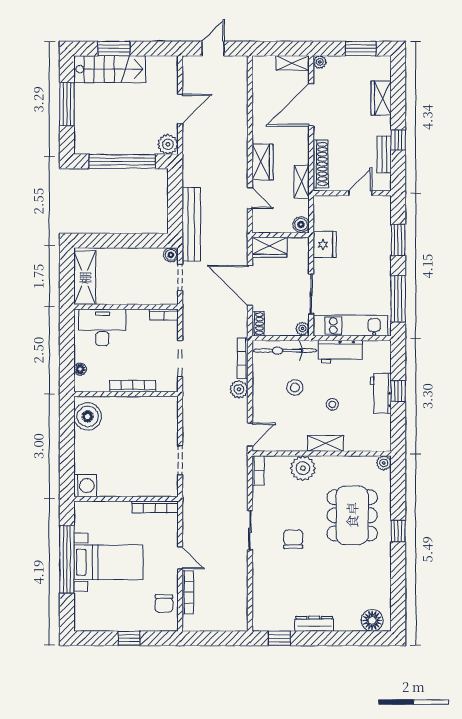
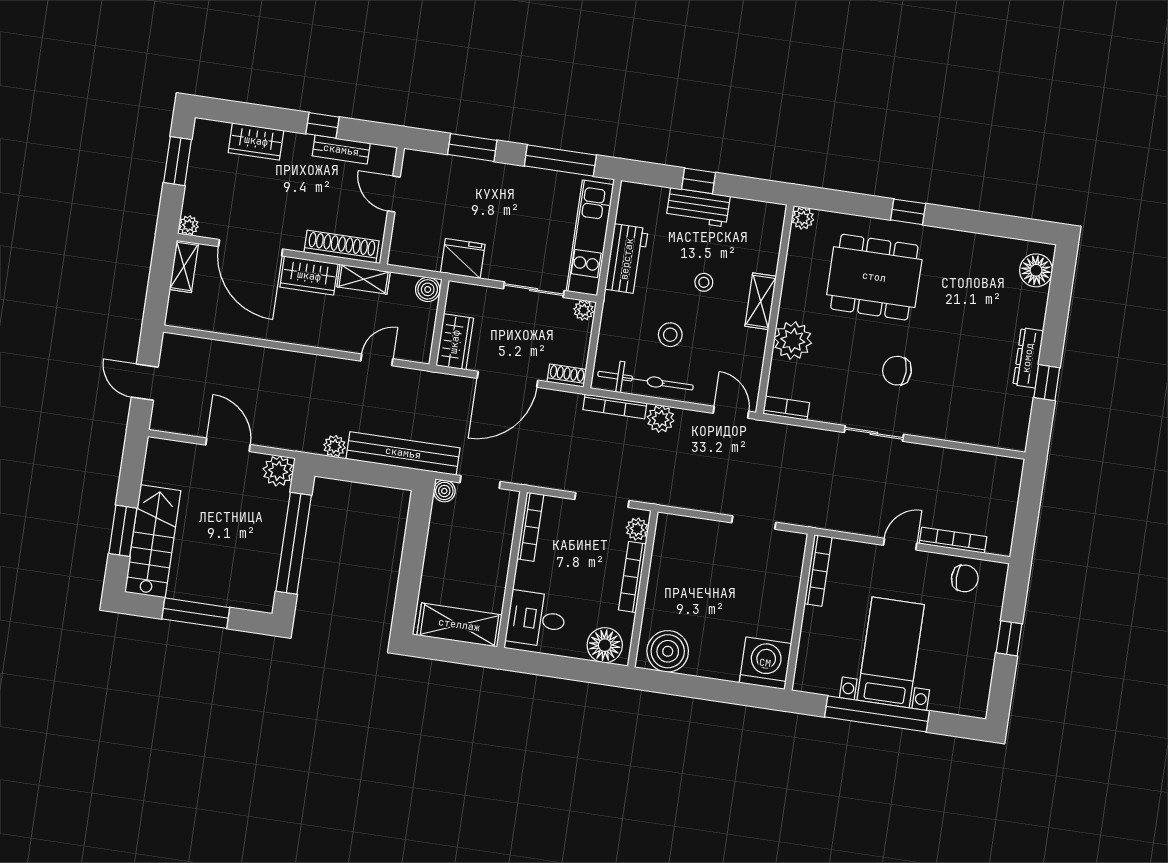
wardrobe: (262, 162) -> (309, 276), moved, turned 180
plant: (190, 179) -> (335, 446), added
bookcase: (164, 315) -> (530, 527), width x1.56
desk: (102, 327) -> (536, 619), width x0.73
bicycle: (285, 351) -> (645, 381), moved, turned -90
floor lamp: (80, 369) -> (605, 645), width x1.89, depth x1.89
plant: (165, 385) -> (637, 529), added
washing machine: (85, 486) -> (765, 663), width x1.37, depth x1.37
window: (279, 638) -> (1047, 383), moved

